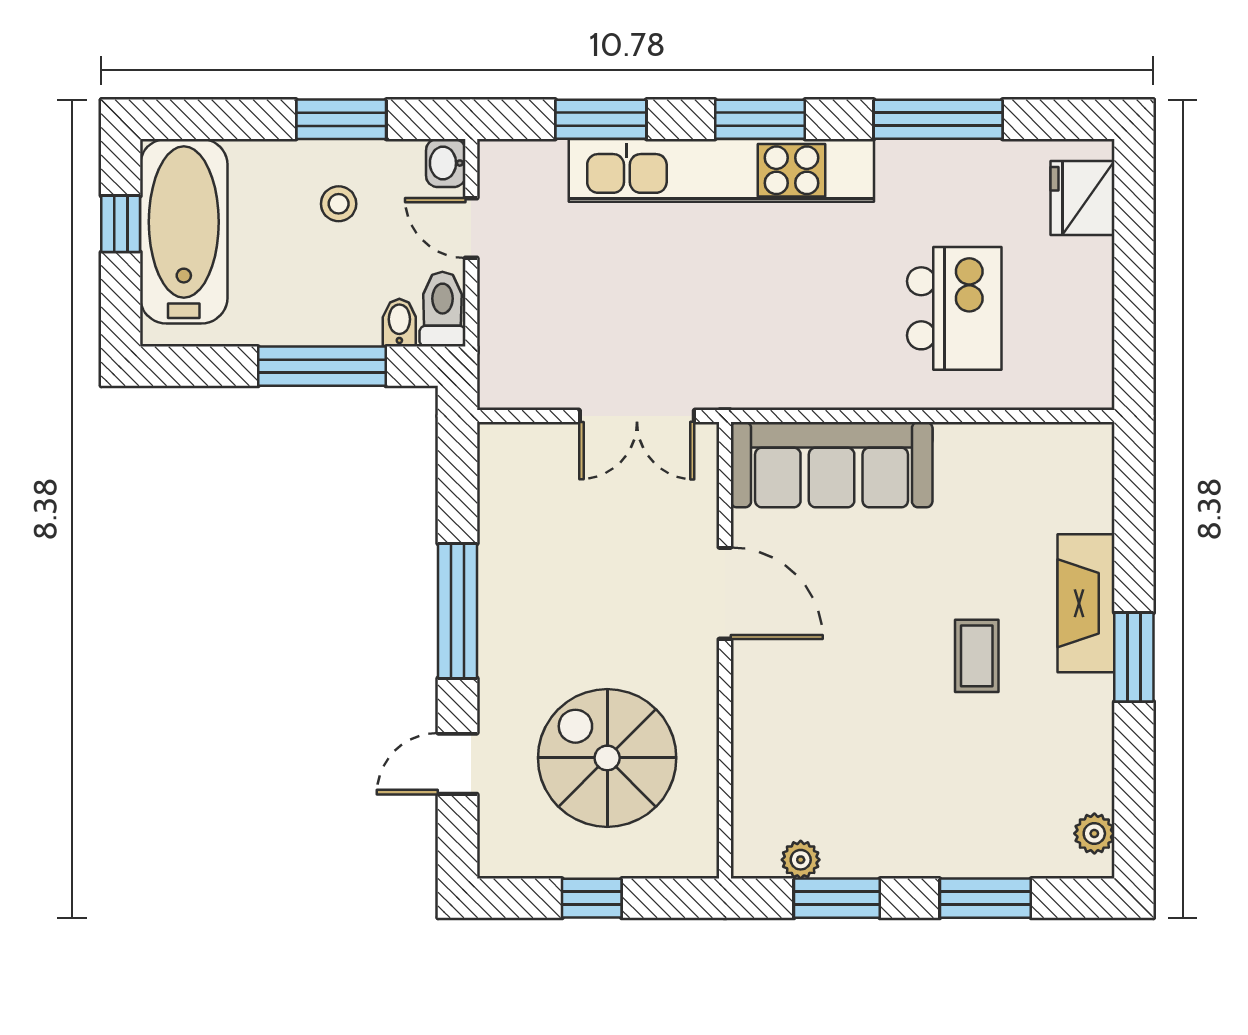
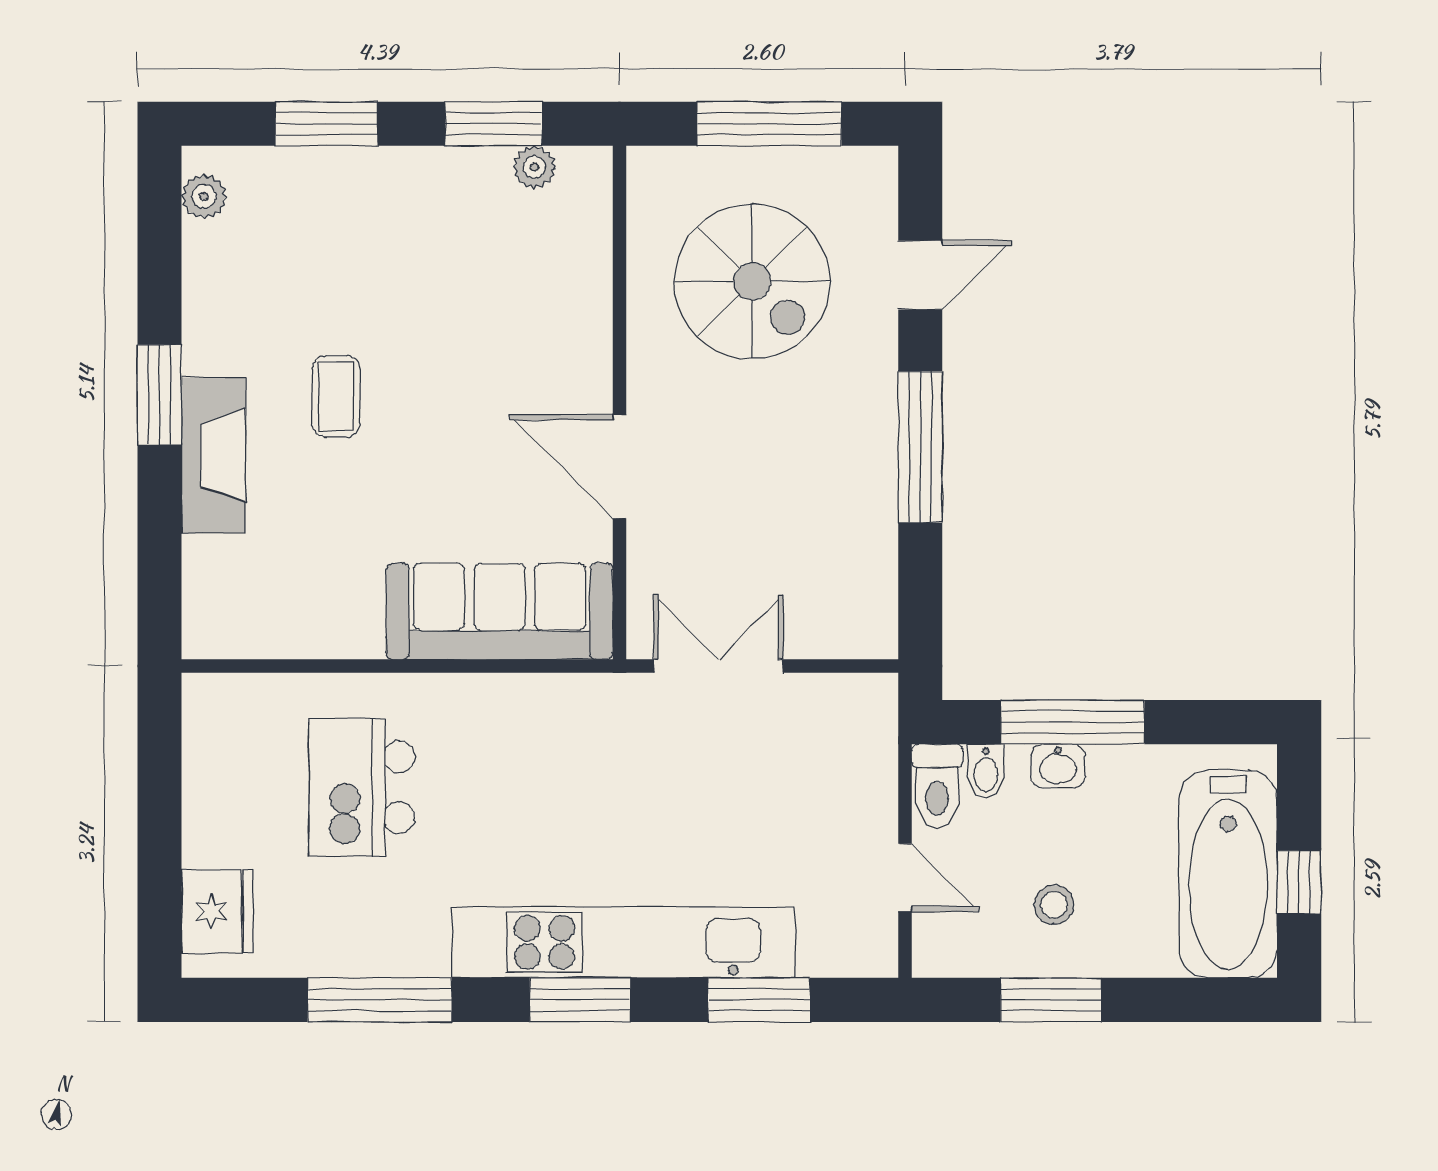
washbasin: (446, 163) -> (1058, 766), moved, turned 90
window: (592, 898) -> (769, 124), width x2.17

